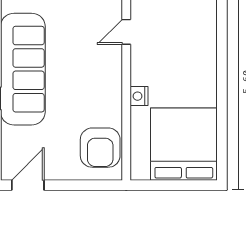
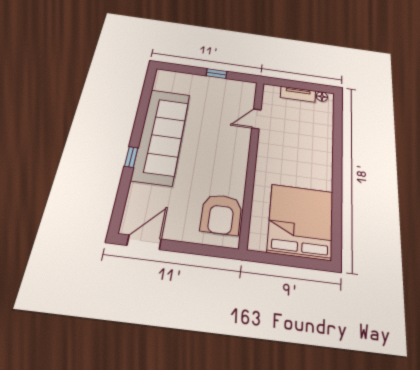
nightstand: (139, 96) -> (262, 173), removed

